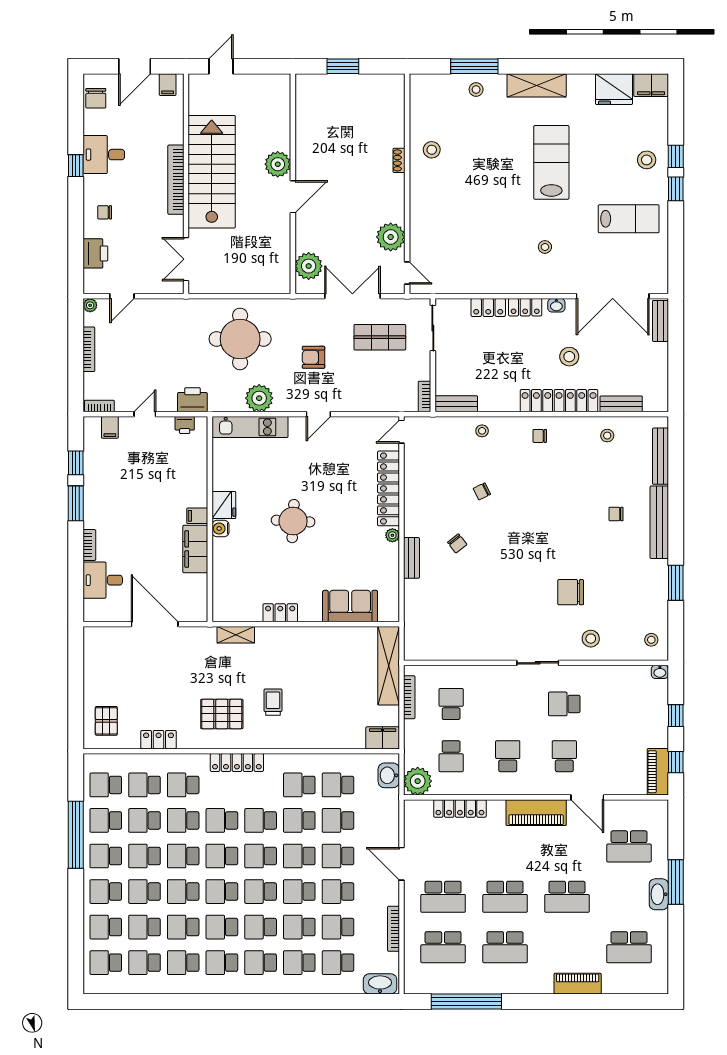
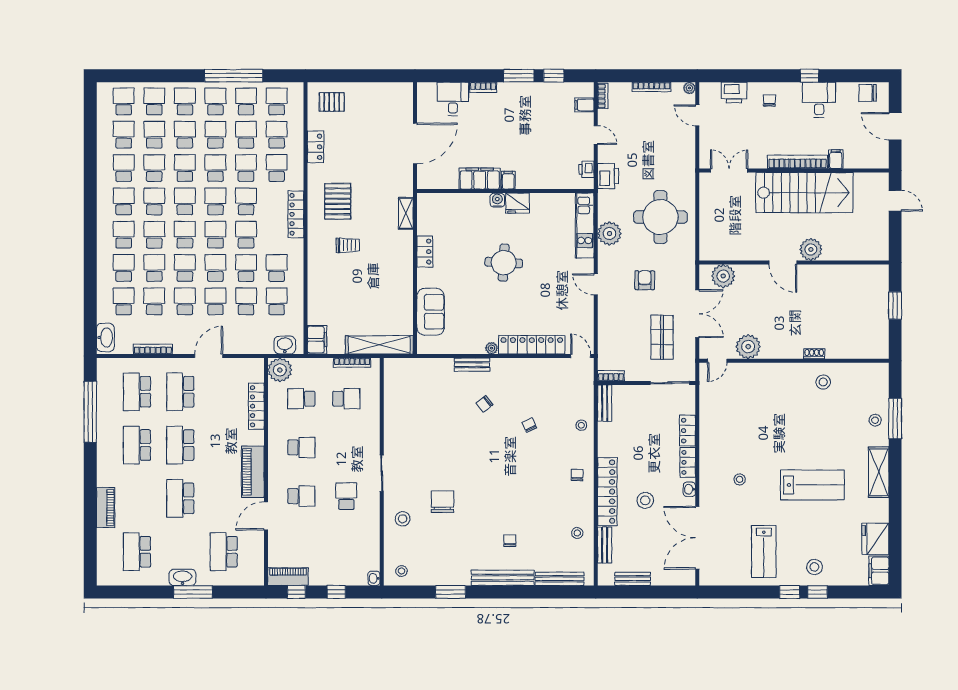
filing cabinet: (168, 85) -> (836, 159), moved, turned 90
bench: (660, 321) -> (633, 579), moved

